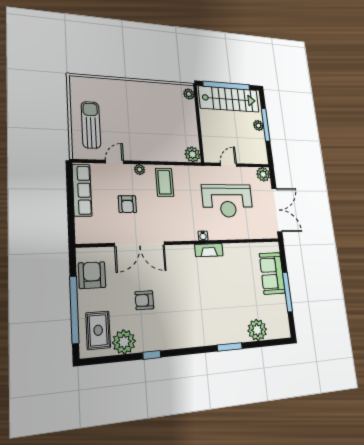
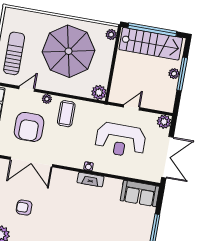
parasol: (150, 116) -> (69, 51), added
armchair: (127, 204) -> (29, 127), width x1.88, depth x1.88
sofa: (272, 273) -> (140, 193), moved, turned -90

